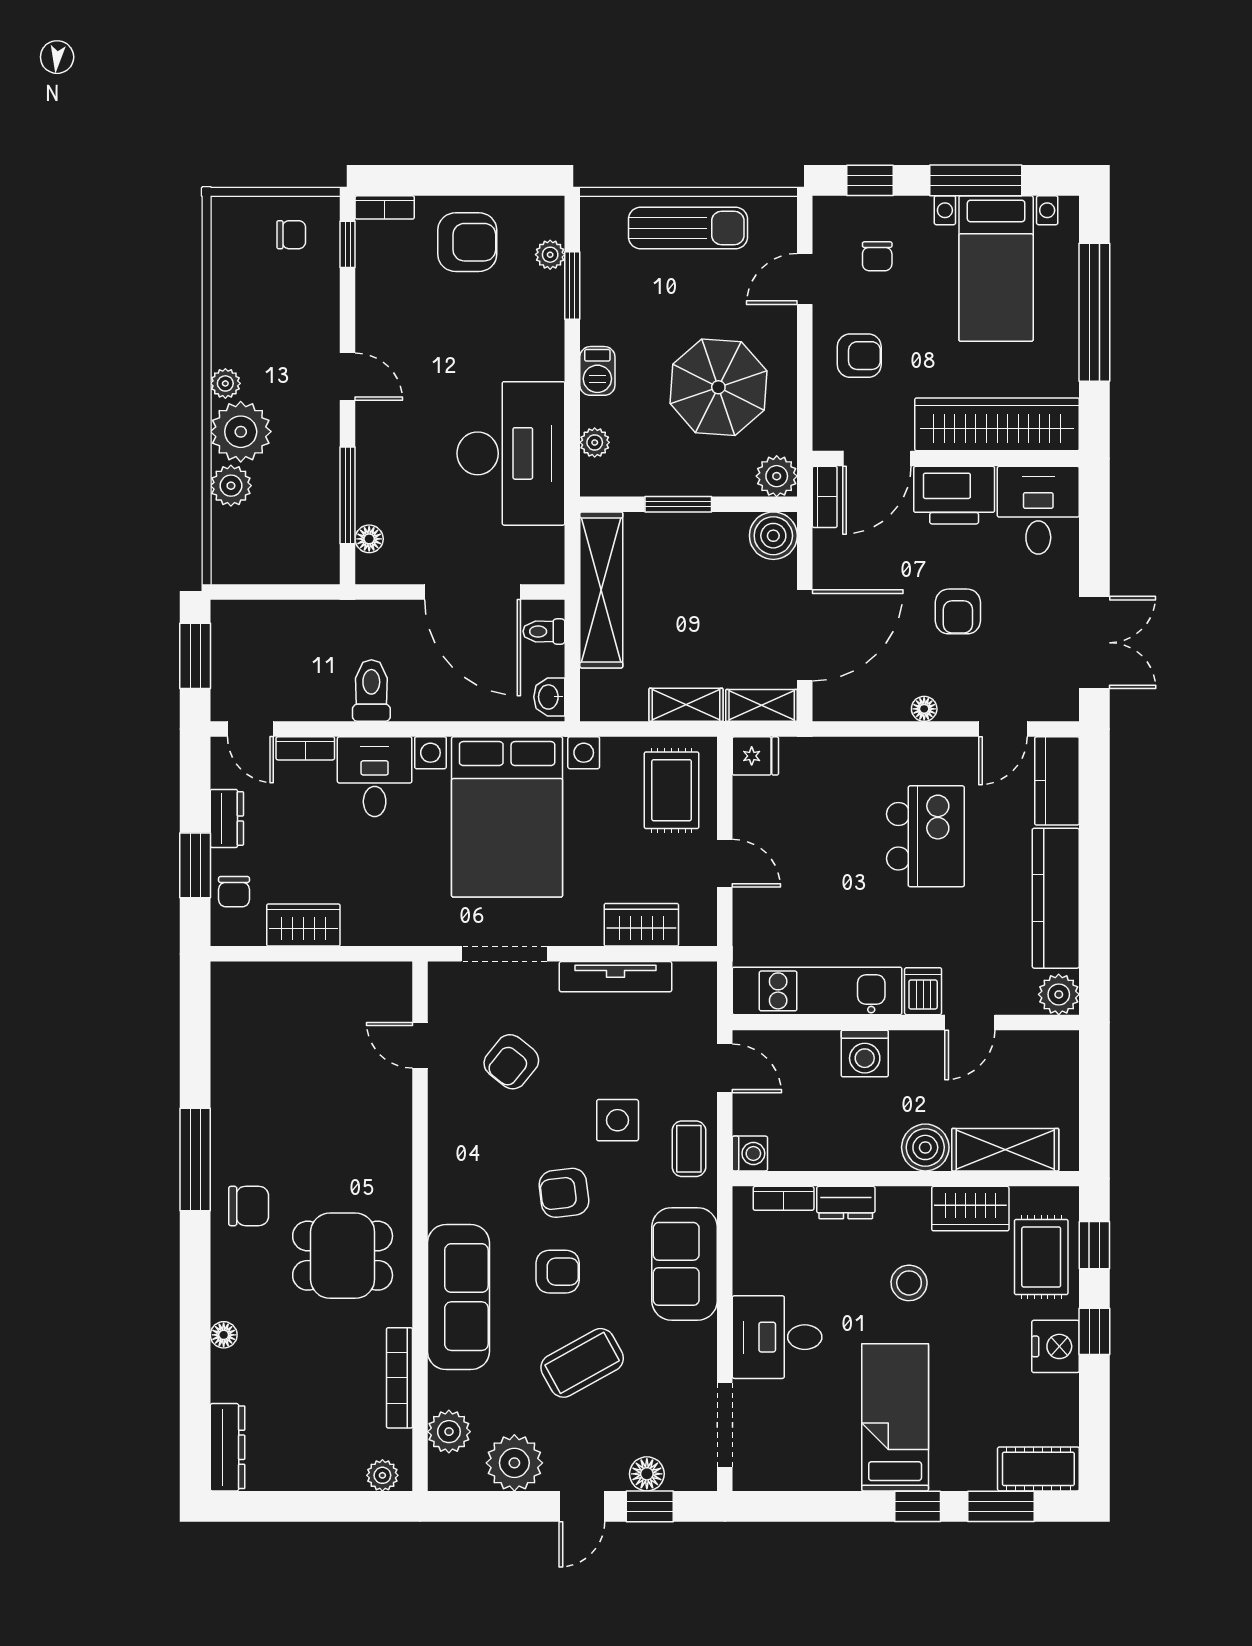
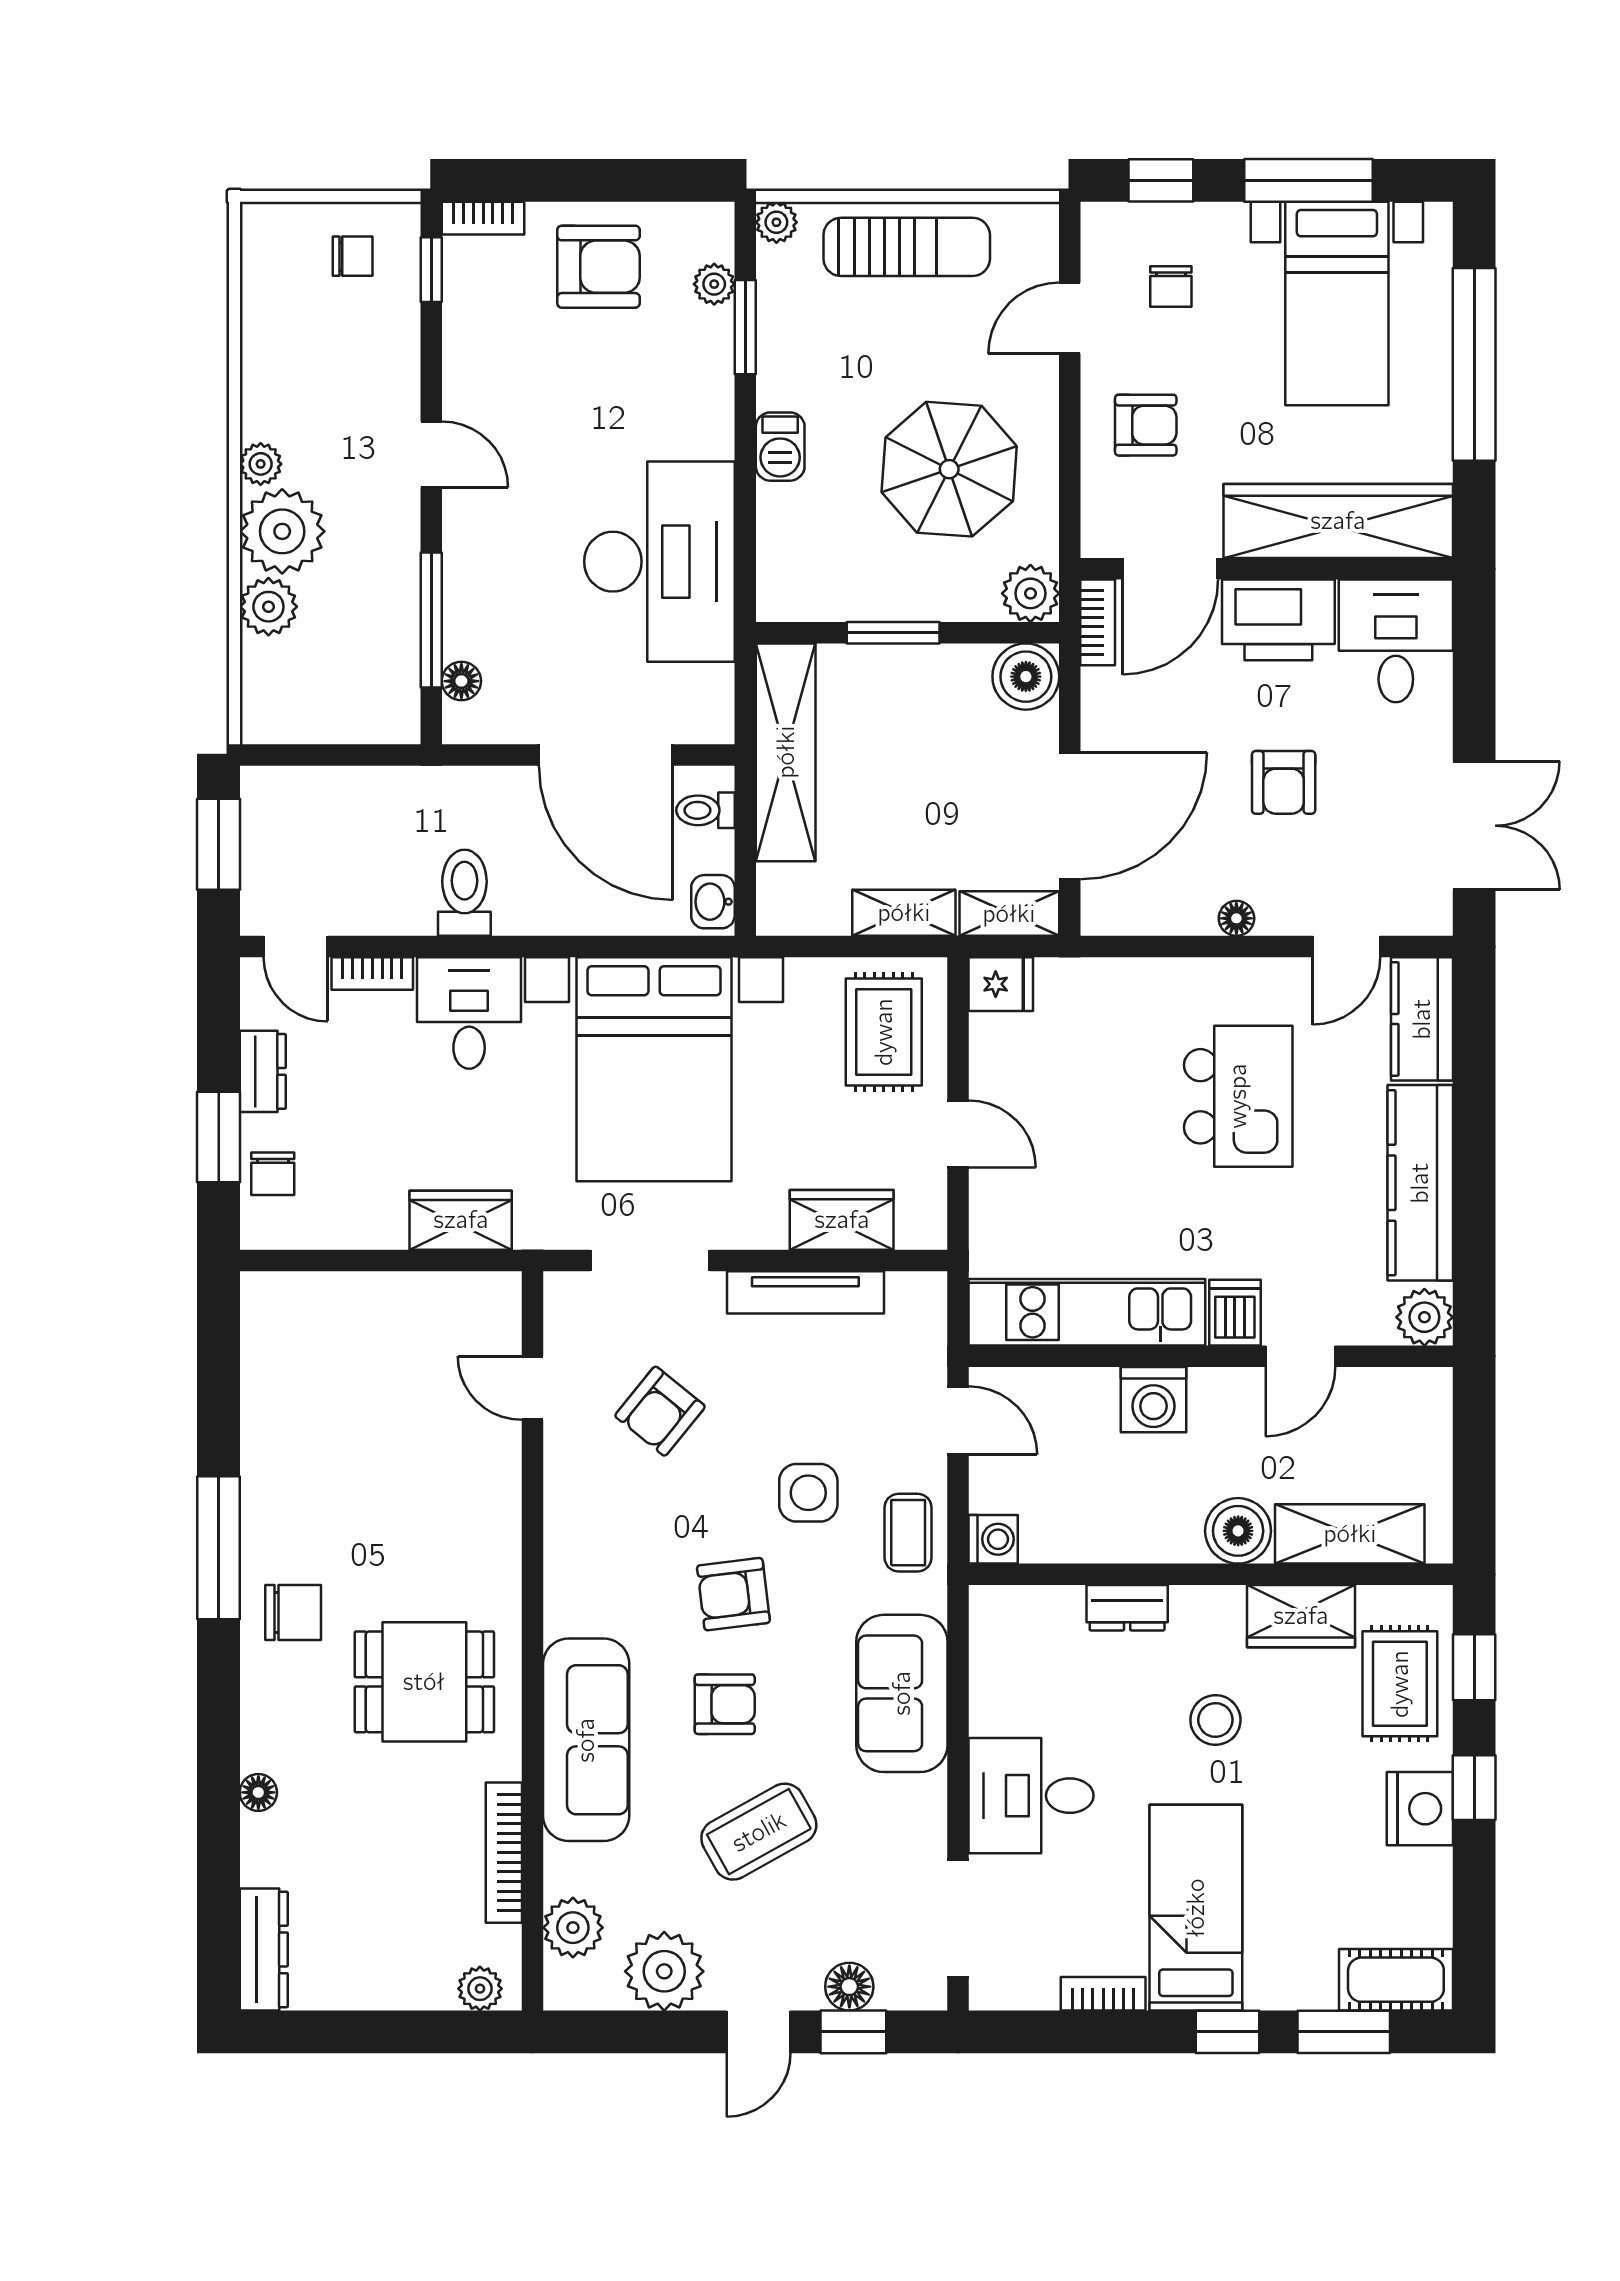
plant: (595, 442) -> (776, 222), moved
wardrobe: (303, 925) -> (461, 1220), moved
bookcase: (784, 1198) -> (1103, 1994), moved, turned 180

